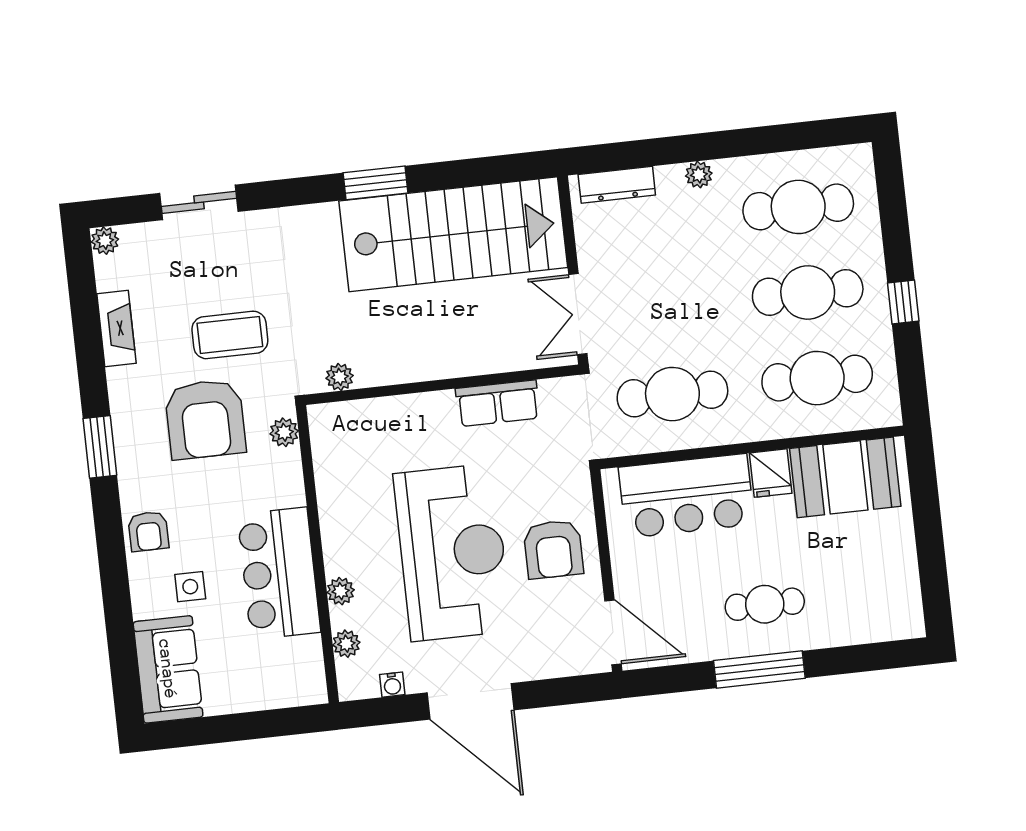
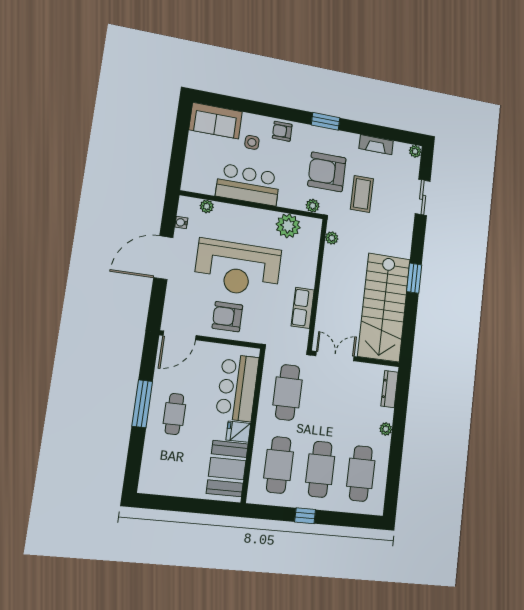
plant: (341, 591) -> (288, 226), moved, width x1.88, depth x1.88

